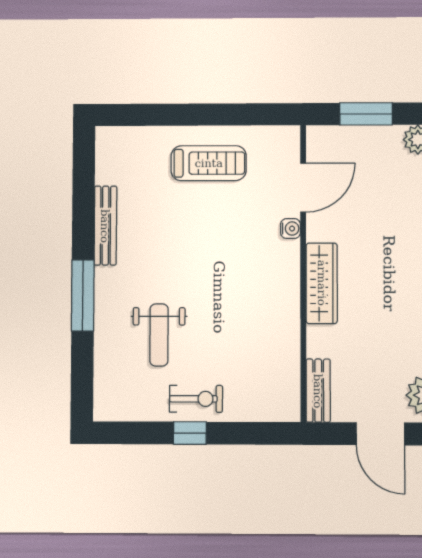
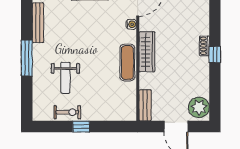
exercise mat: (283, 305) -> (127, 63), added
exercise bike: (196, 399) -> (67, 112), moved

